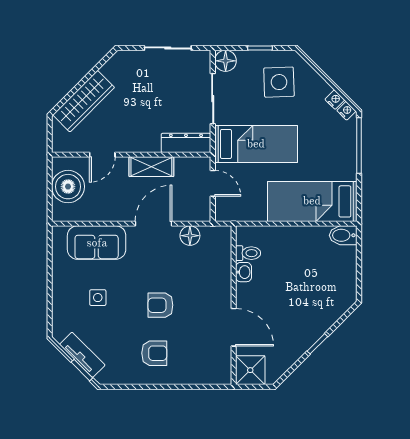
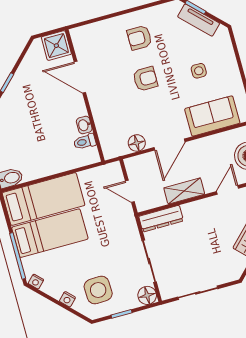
nightstand: (335, 100) -> (67, 299), moved
bed: (256, 144) -> (50, 233), moved, turned 180

